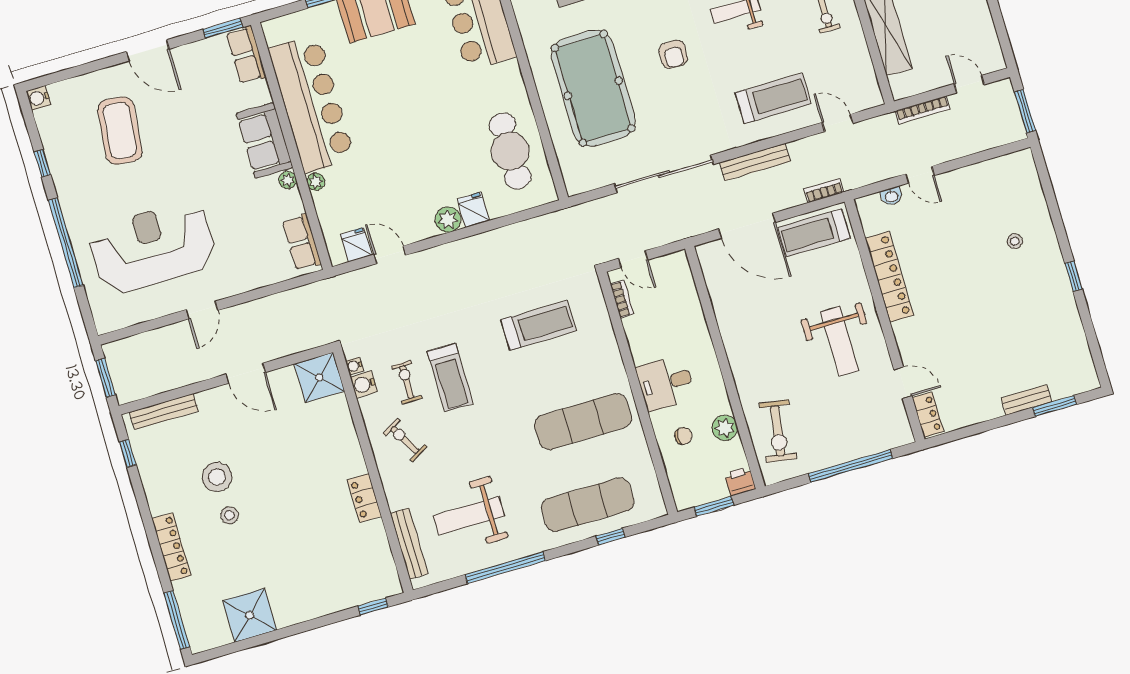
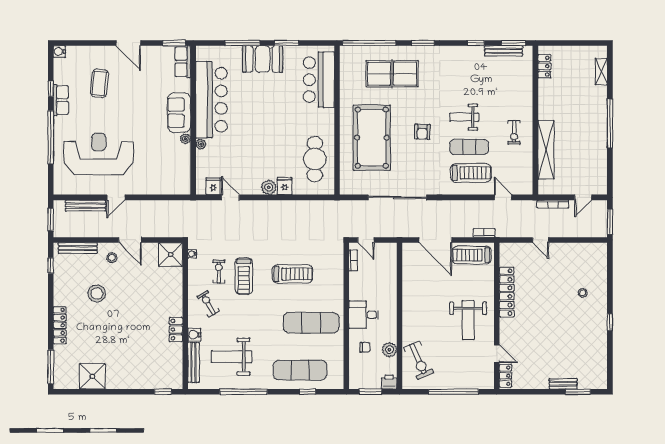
exercise mat: (758, 57) -> (469, 147), added
door: (969, 84) -> (583, 197), swing flipped
coffee table: (120, 131) -> (99, 83), width x0.73, depth x0.76
bench: (755, 162) -> (86, 206), moved
washbasin: (891, 196) -> (521, 247), removed
row of seats: (302, 242) -> (61, 100), moved, turned 180
treadmill: (539, 325) -> (293, 274), moved
water cooler: (364, 384) -> (194, 335), moved
exercise bike: (778, 431) -> (419, 360), turned -33
stool: (229, 515) -> (112, 258), moved

